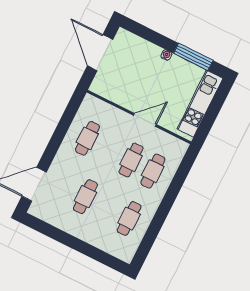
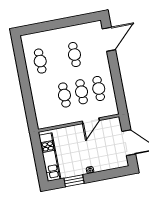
window: (193, 57) -> (74, 181), width x0.69
door: (145, 120) -> (91, 121), moved
cafe table: (153, 171) -> (82, 92), moved

